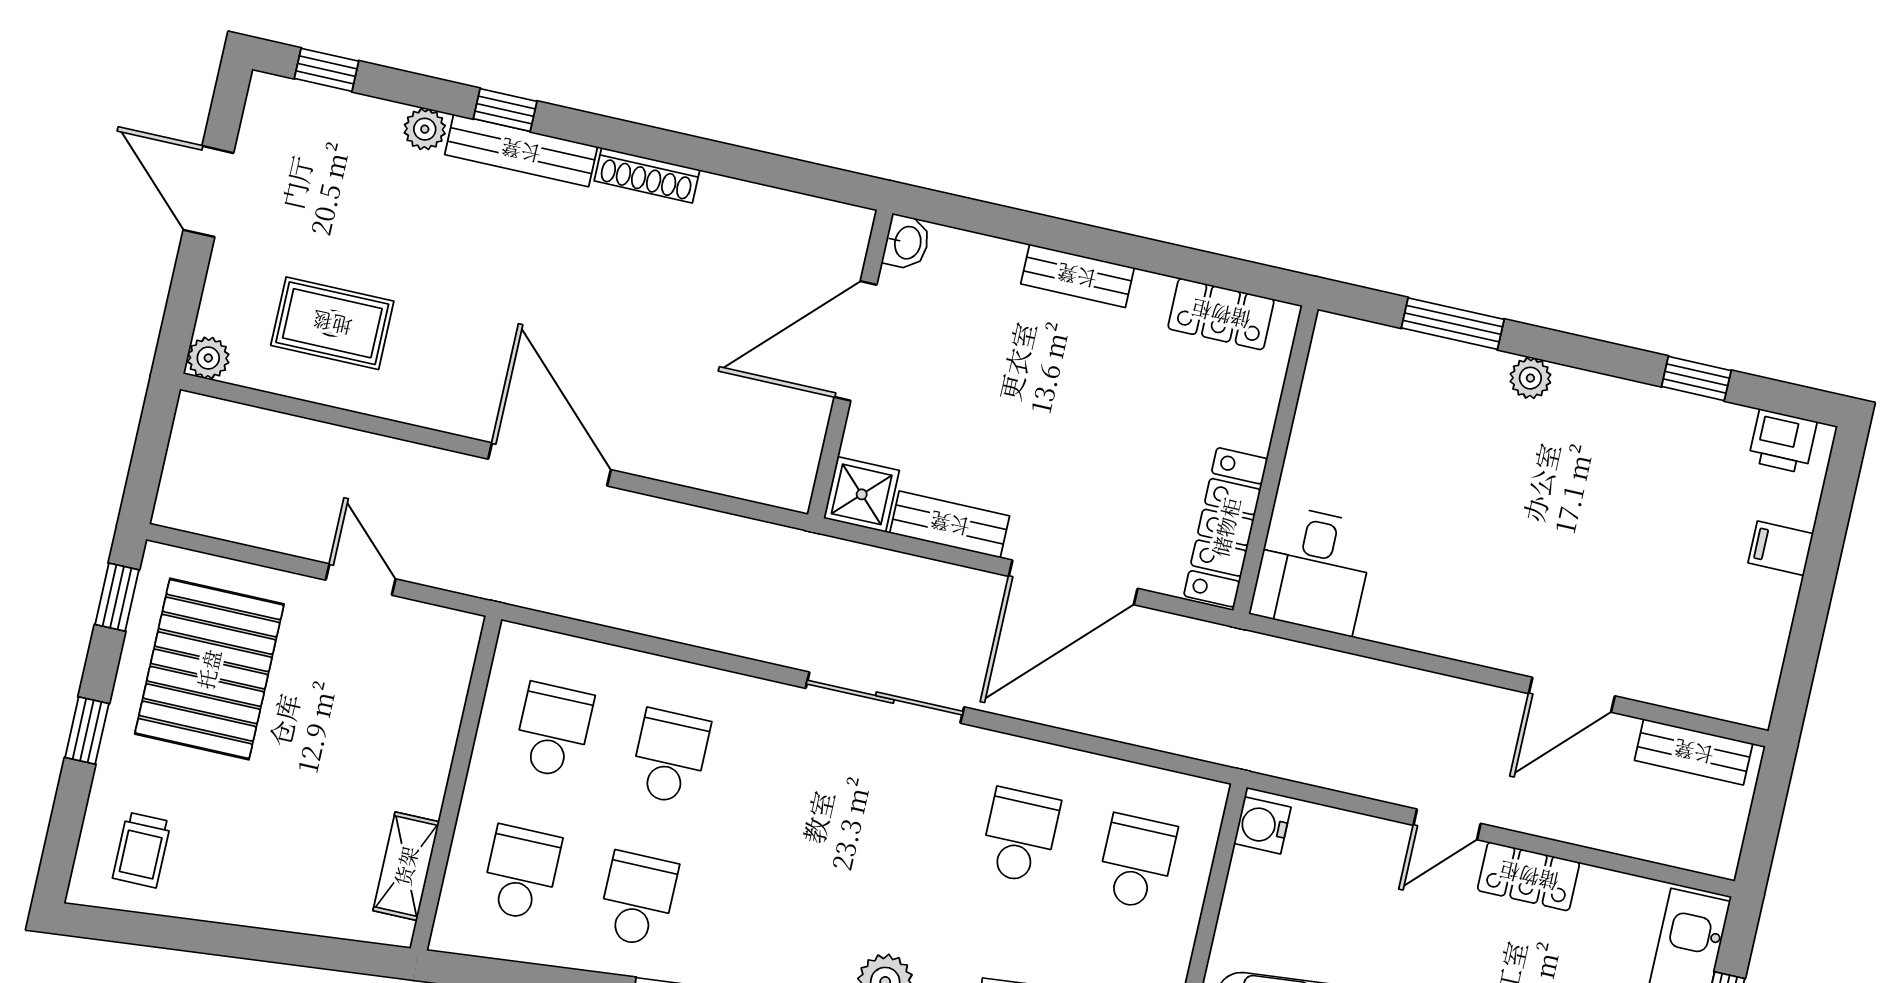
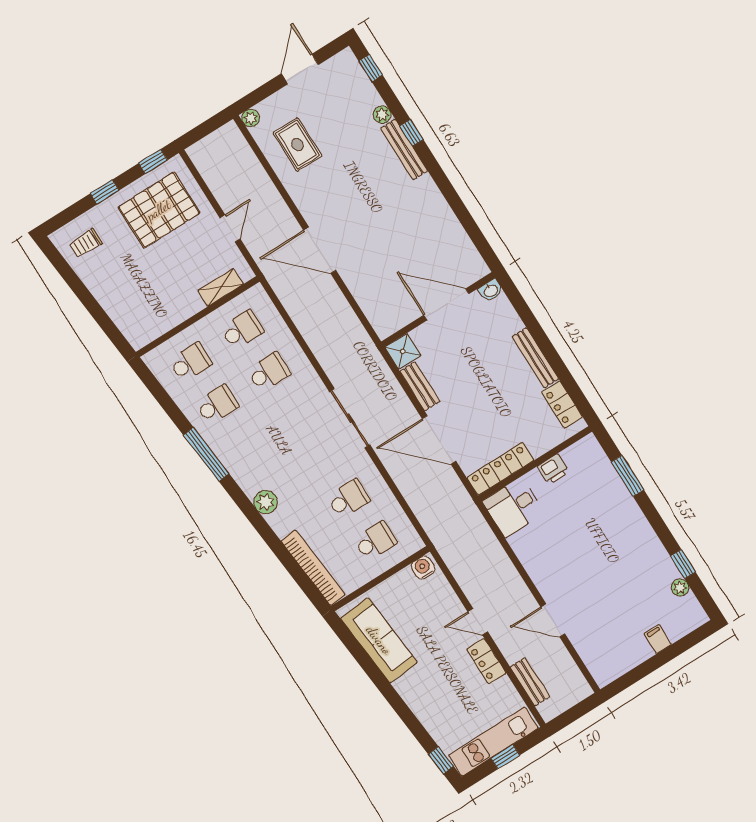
shoe rack: (647, 175) -> (434, 194), removed
bench: (1077, 276) -> (535, 358), width x1.36
plant: (1530, 378) -> (680, 588), moved
printer: (1783, 441) -> (553, 469), moved, turned -90
door: (550, 464) -> (320, 250), swing flipped
bench: (1694, 752) -> (530, 682), moved
shelving: (406, 866) -> (221, 287), moved

